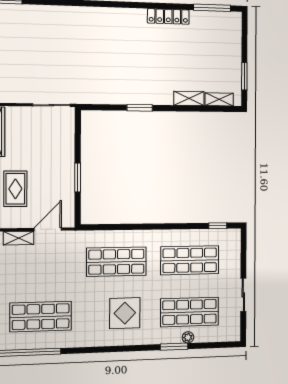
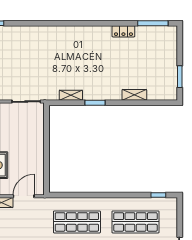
locker: (168, 16) -> (123, 31), width x0.66
shelving: (219, 99) -> (71, 95), moved
window: (78, 178) -> (47, 157), removed

